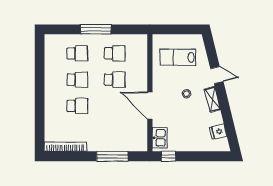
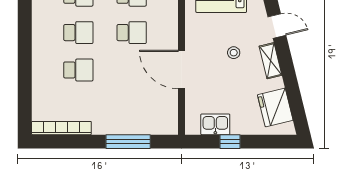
fridge: (218, 132) -> (275, 107), width x1.88, depth x1.34
kitchen sink: (160, 138) -> (215, 124), moved, turned -90
window: (169, 156) -> (230, 142), moved

